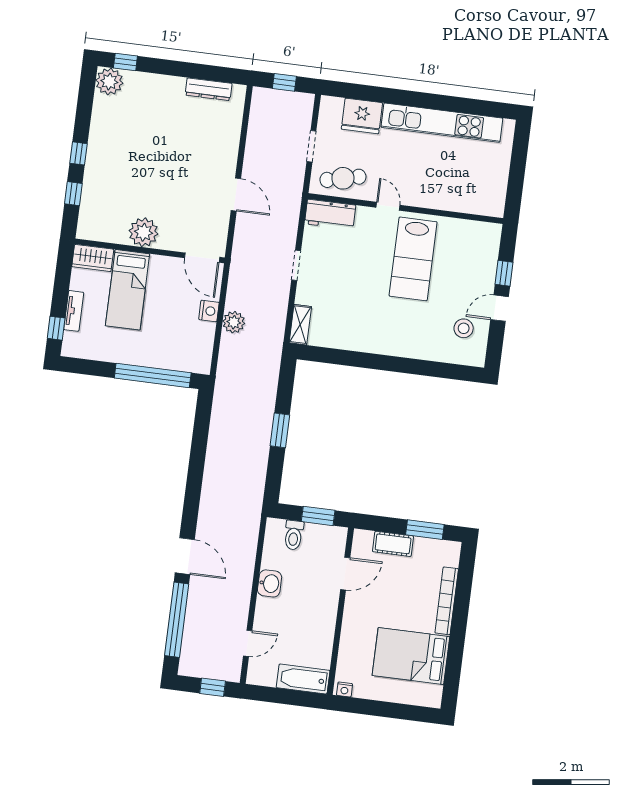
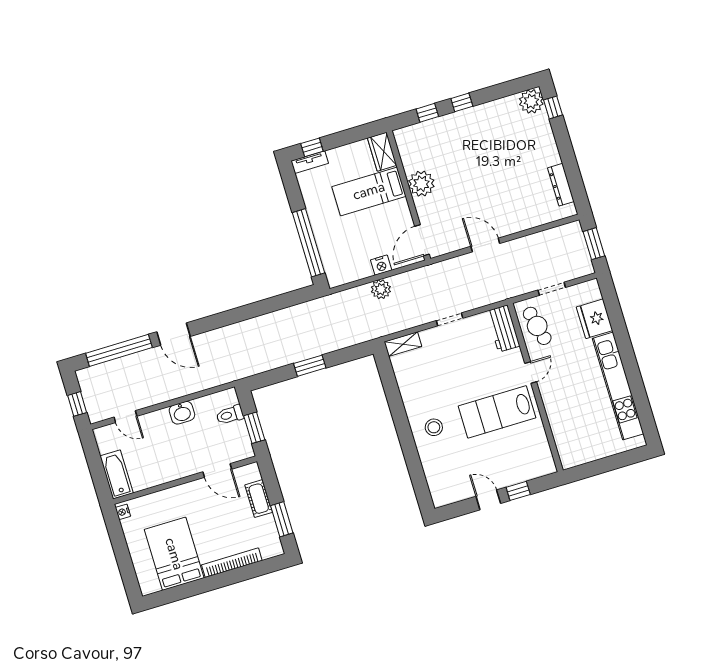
window: (284, 82) -> (594, 244), width x1.50
door: (236, 195) -> (485, 245), swing flipped
tv unit: (74, 311) -> (310, 162), moved
stool: (464, 328) -> (434, 427), moved
door: (185, 556) -> (174, 334), hinge flipped

